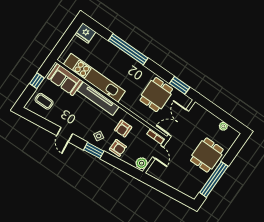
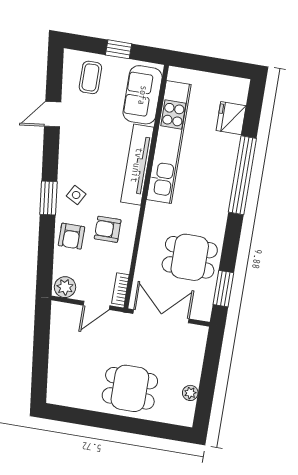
fridge: (85, 33) -> (231, 118), moved
door: (65, 135) -> (53, 114), moved
window: (214, 179) -> (95, 419), removed

